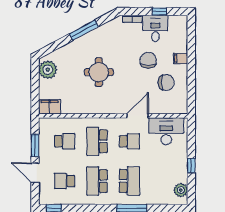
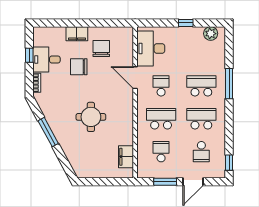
filing cabinet: (181, 58) -> (77, 34), width x2.00
plant: (48, 70) -> (88, 169), removed
filing cabinet: (50, 107) -> (126, 157), moved
school desk: (97, 141) -> (161, 119), turned 180
school desk: (97, 181) -> (201, 119), turned 180

